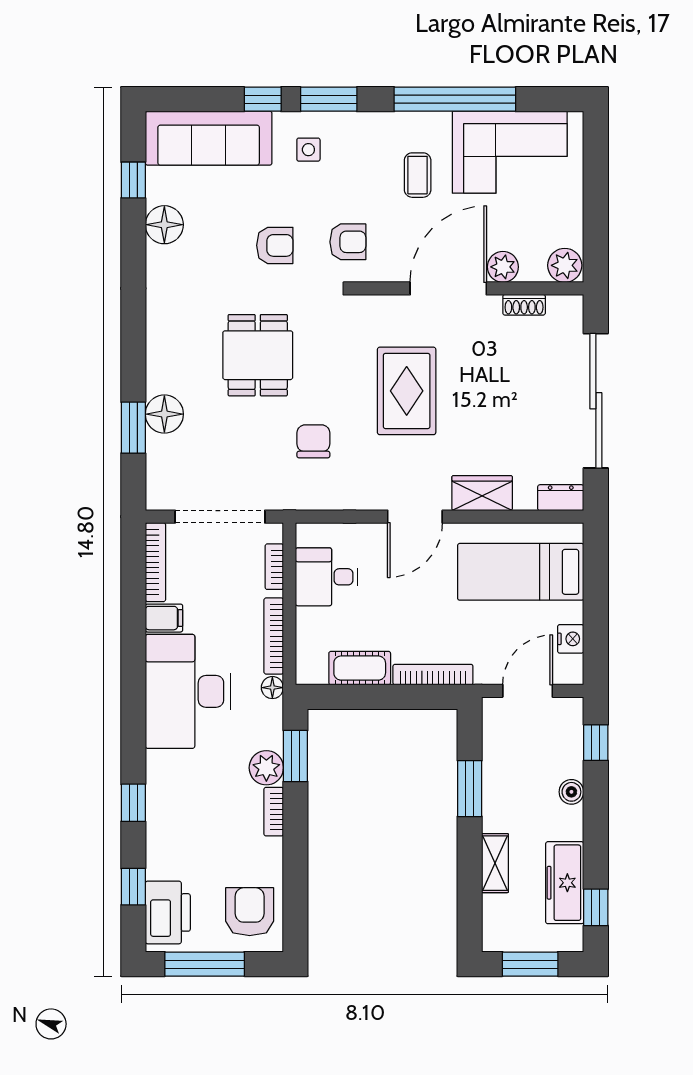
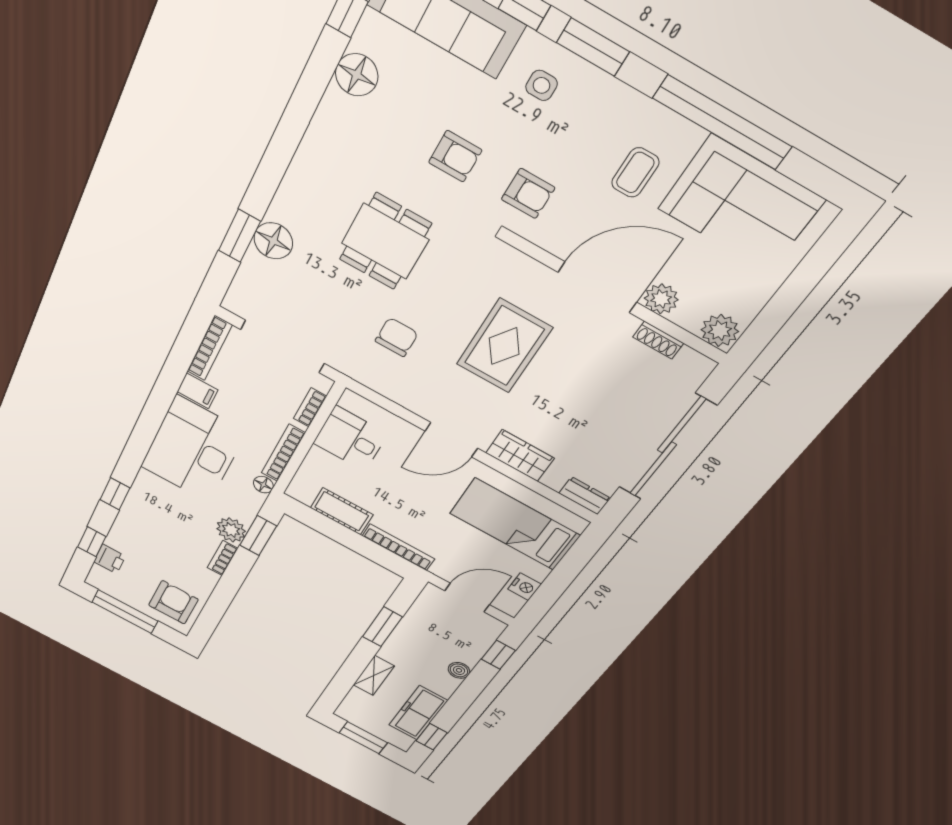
printer: (168, 912) -> (110, 559), width x0.53, depth x0.68

